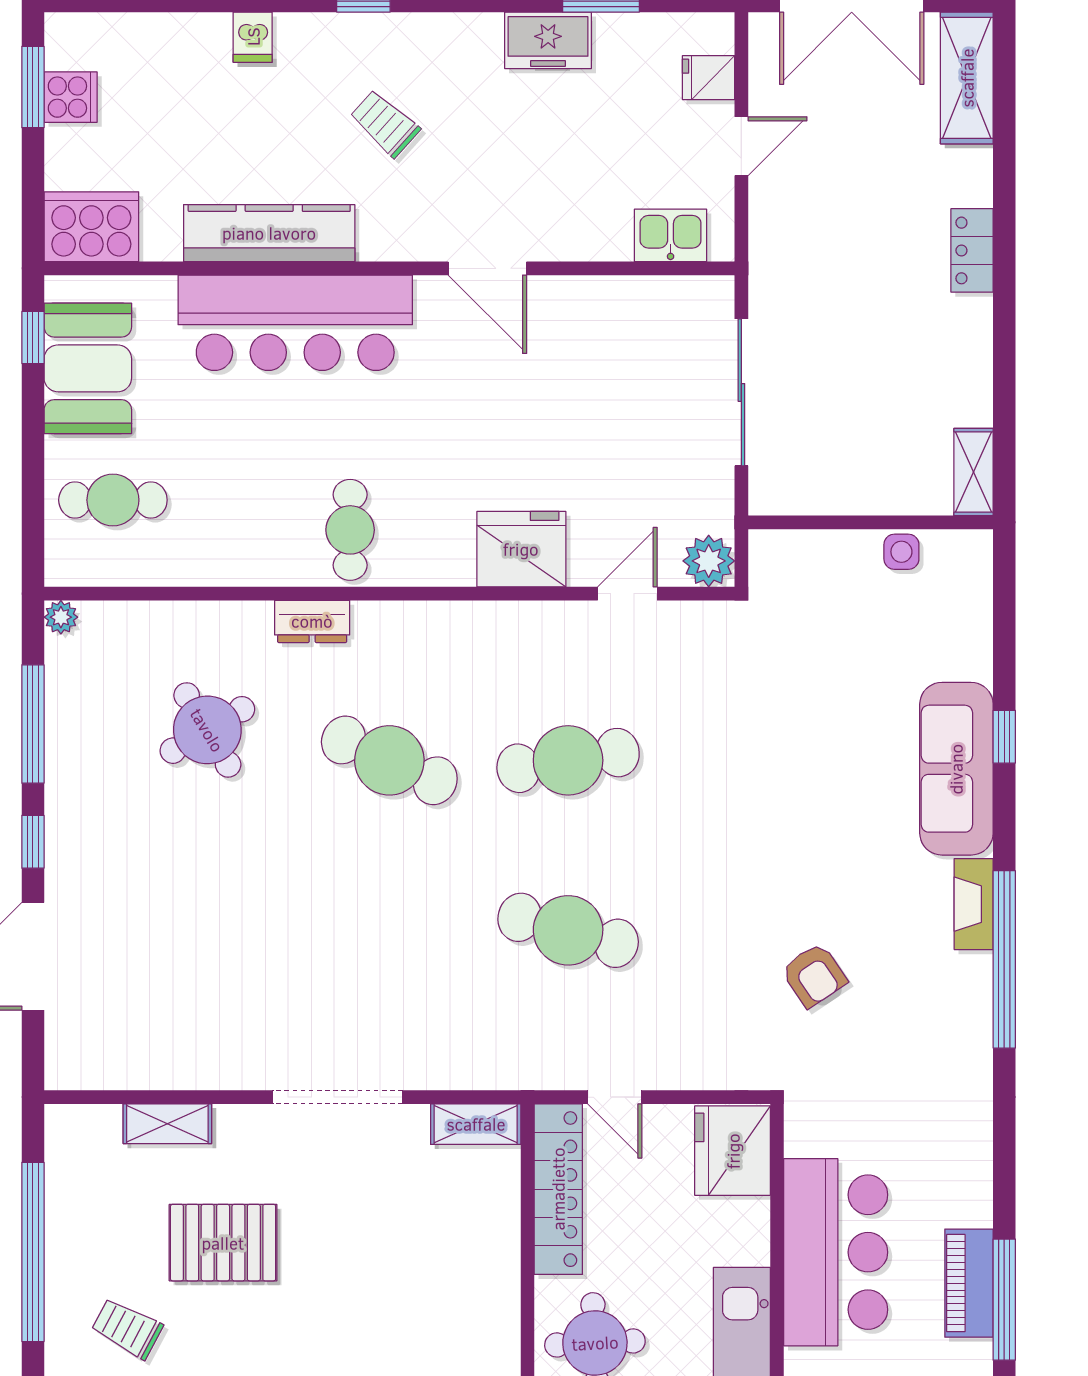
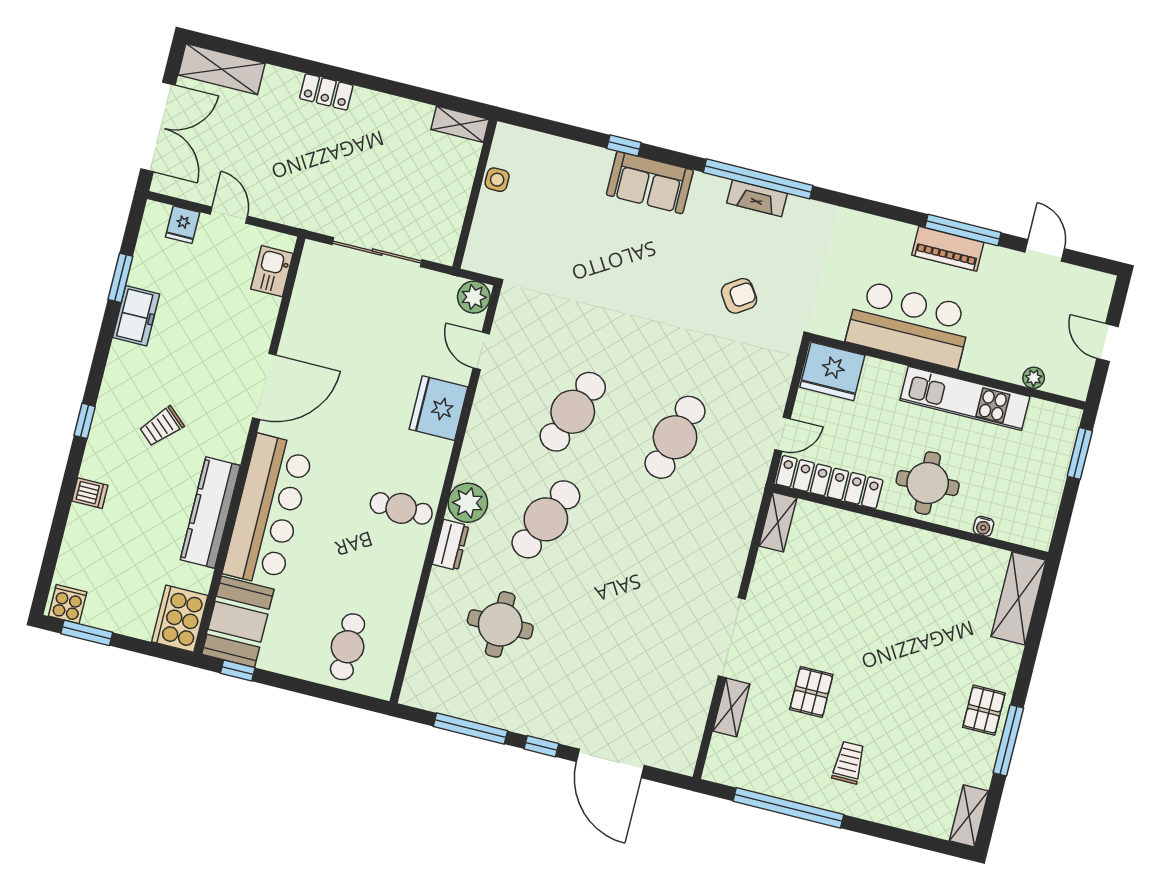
cooker: (71, 97) -> (68, 604), moved
door: (487, 268) -> (264, 386), width x1.36
booth: (88, 368) -> (238, 622), moved, turned 90
plant: (61, 617) -> (468, 503), moved, width x1.87, depth x1.87
round table: (207, 730) -> (500, 624), turned 31
cafe table: (568, 760) -> (573, 412), turned 30
sofa: (956, 769) -> (650, 183), width x0.73
fireplace: (974, 904) -> (757, 198), moved
doorway: (338, 1097) -> (732, 638), moved
pallet: (223, 1243) -> (811, 692), width x0.67, depth x0.71
trolley: (127, 1328) -> (849, 763), turned 152

